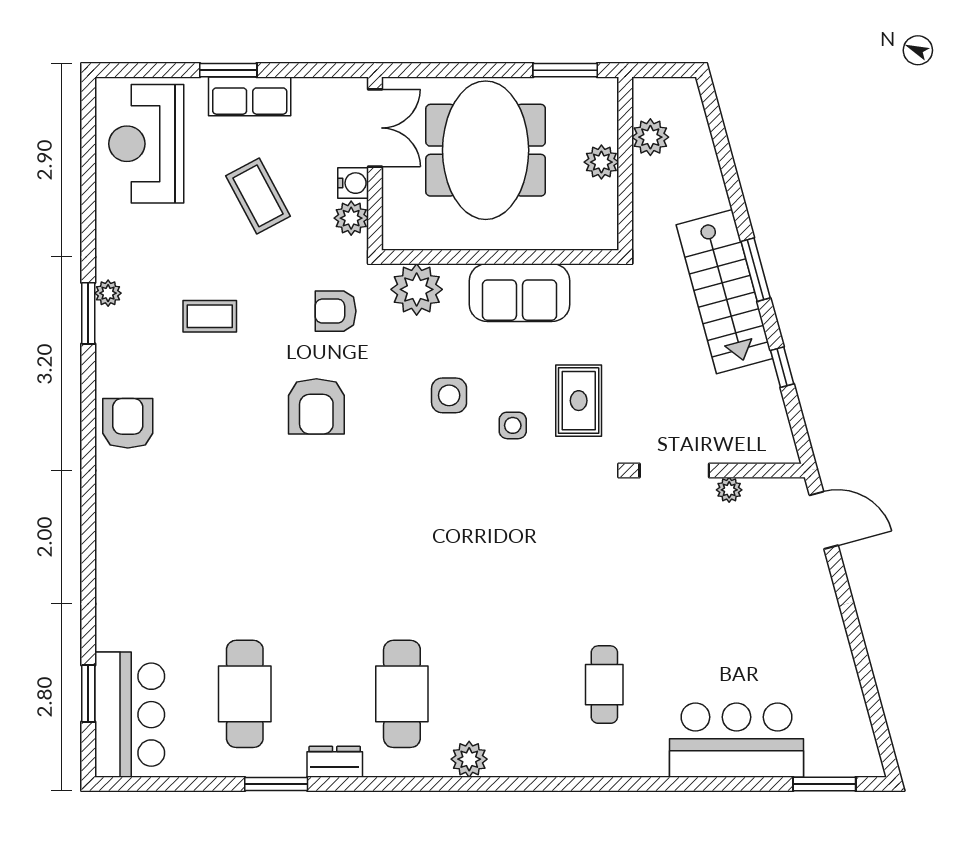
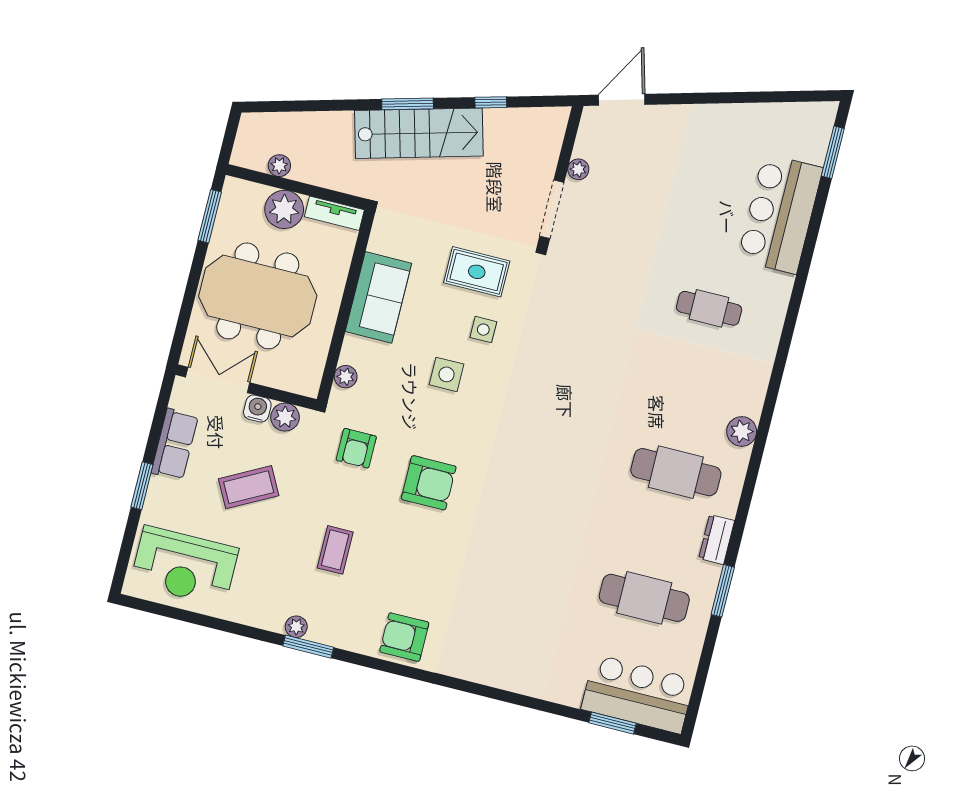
row of seats: (250, 96) -> (175, 444), moved
plant: (650, 137) -> (279, 166), width x0.73, depth x0.73
plant: (601, 162) -> (284, 209), width x1.36, depth x1.36
tv unit: (605, 216) -> (334, 213), added
plant: (417, 289) -> (346, 377), width x0.53, depth x0.53

